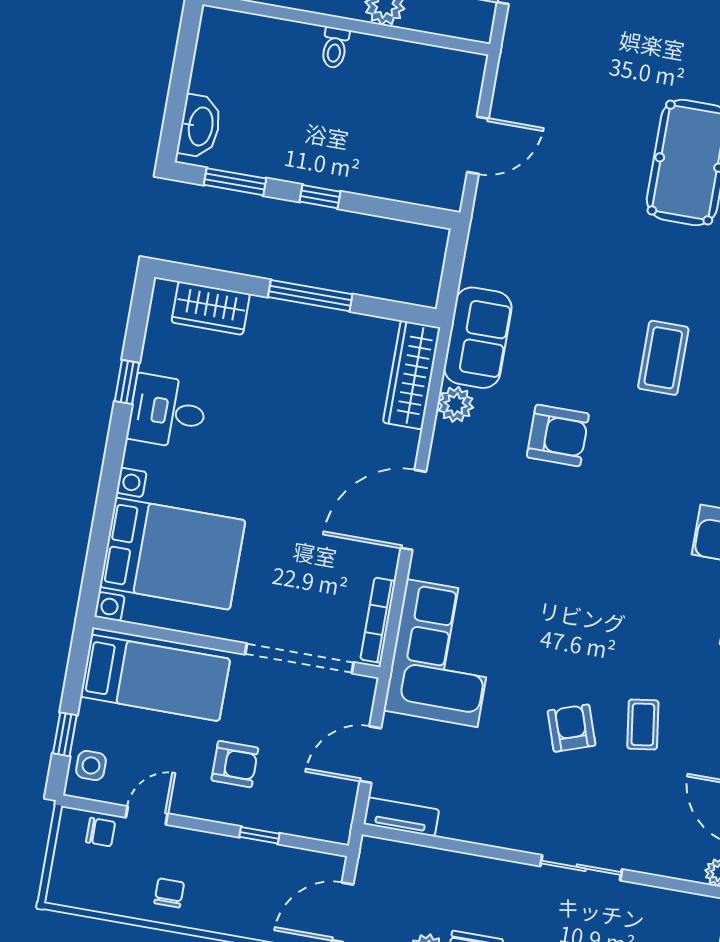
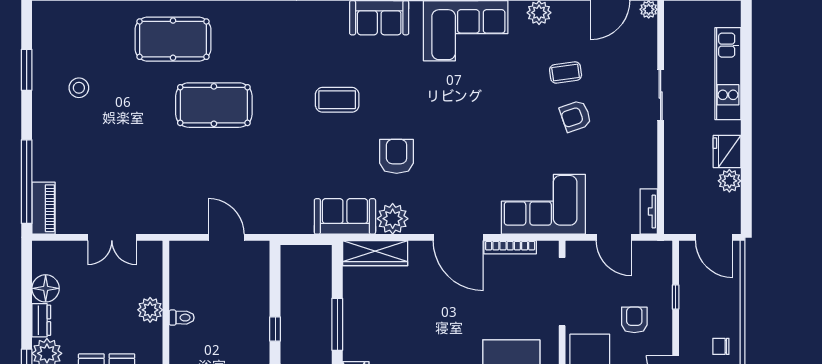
toilet: (335, 48) -> (182, 318), moved
plant: (456, 404) -> (393, 219), width x1.36, depth x1.36
bookcase: (378, 620) -> (510, 247), moved

